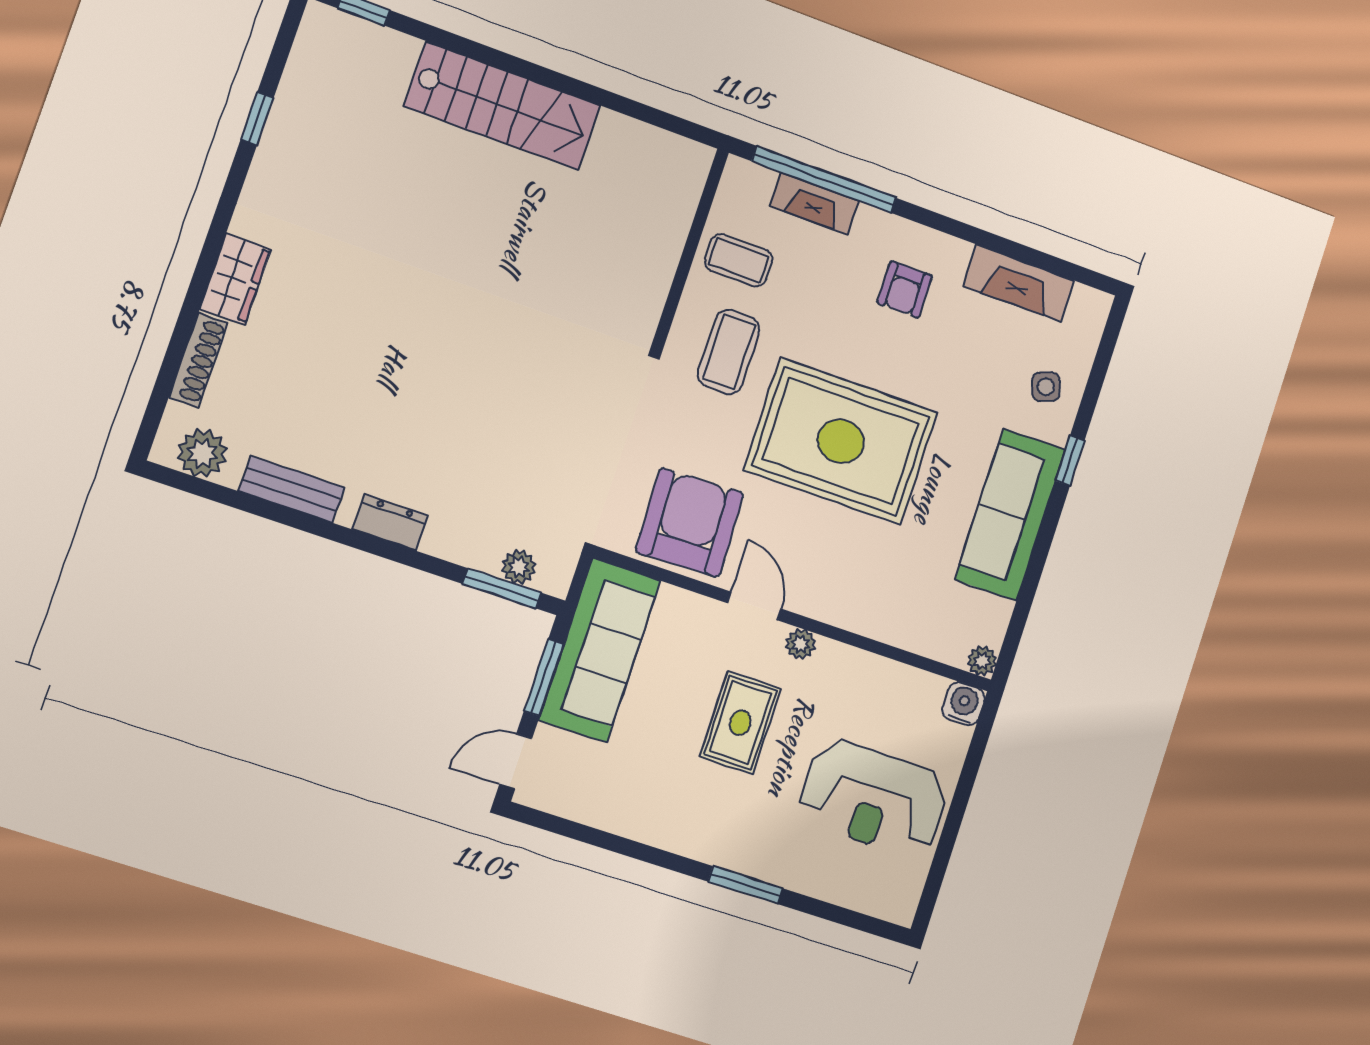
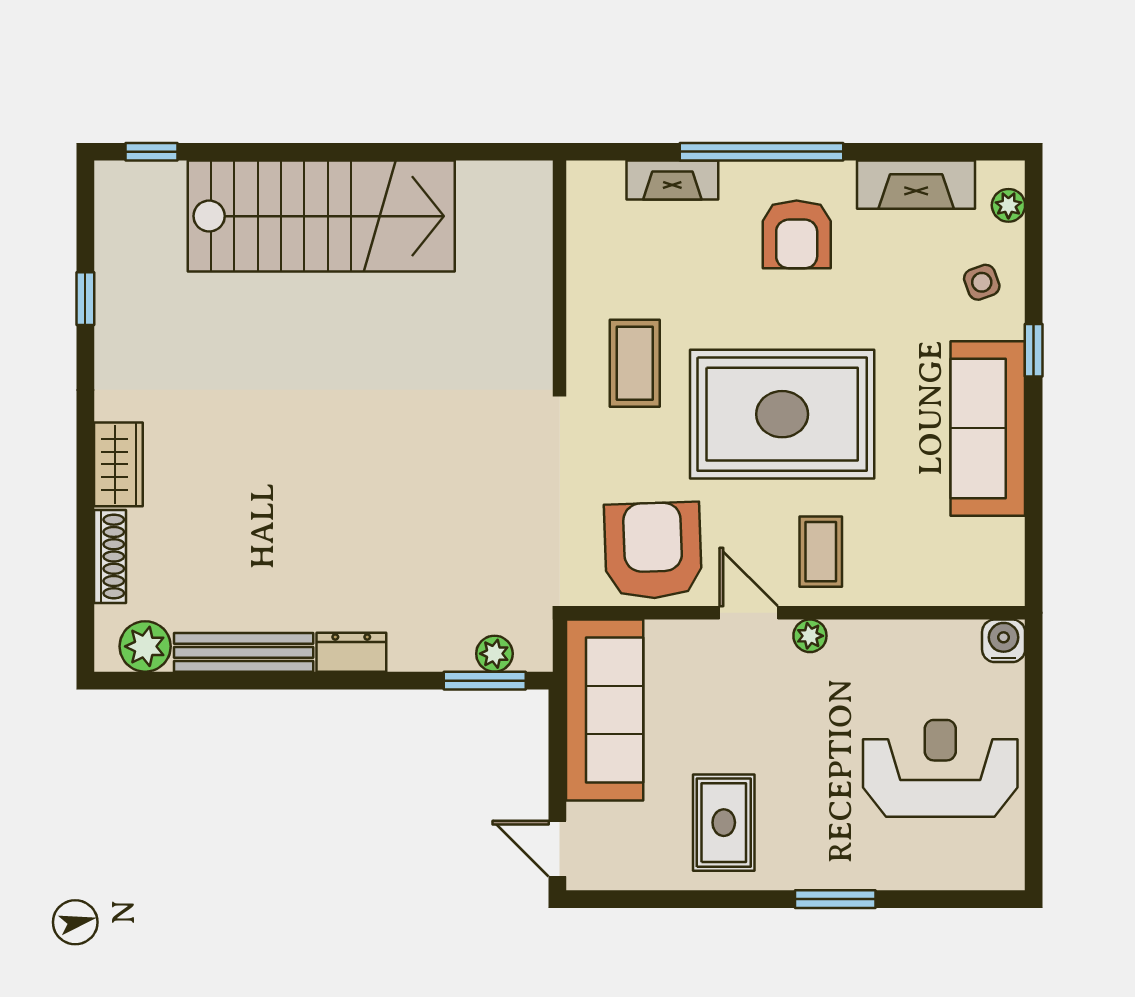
stairs: (503, 106) -> (321, 216), width x1.36, depth x1.51
window: (824, 180) -> (762, 152), moved
coffee table: (739, 260) -> (821, 552), moved, turned 90
armchair: (905, 289) -> (797, 234), width x1.38, depth x1.38
bench: (292, 489) -> (244, 652), width x1.36
plant: (982, 661) -> (1008, 205), moved
window: (544, 677) -> (557, 756), removed
rug: (740, 723) -> (724, 823), moved
door: (516, 761) -> (557, 849), hinge flipped
reception desk: (874, 798) -> (940, 768), turned 180

